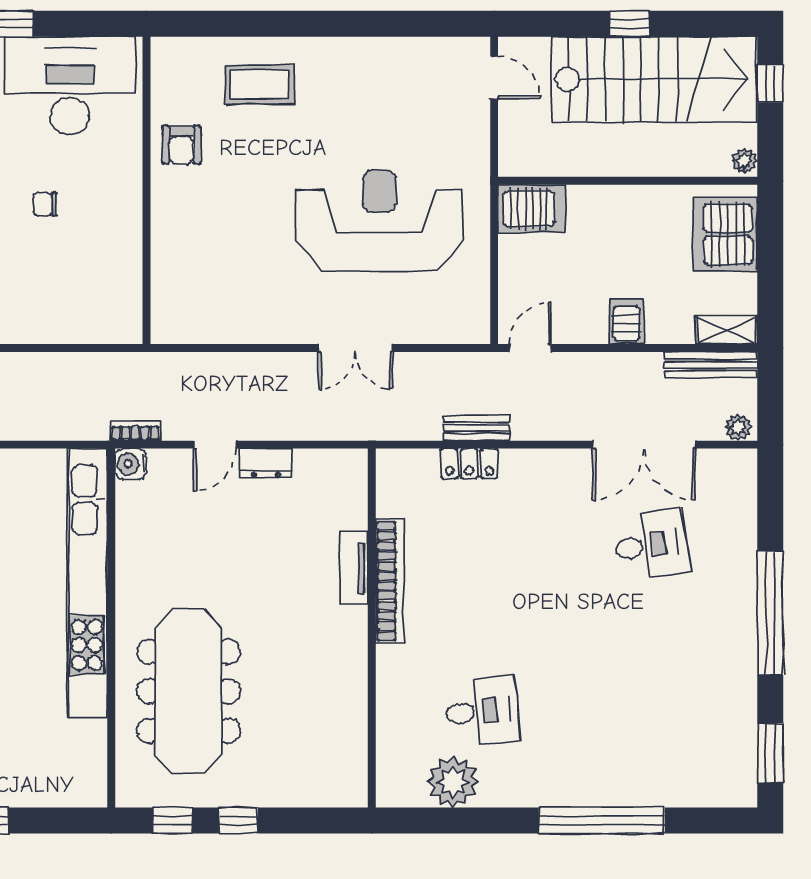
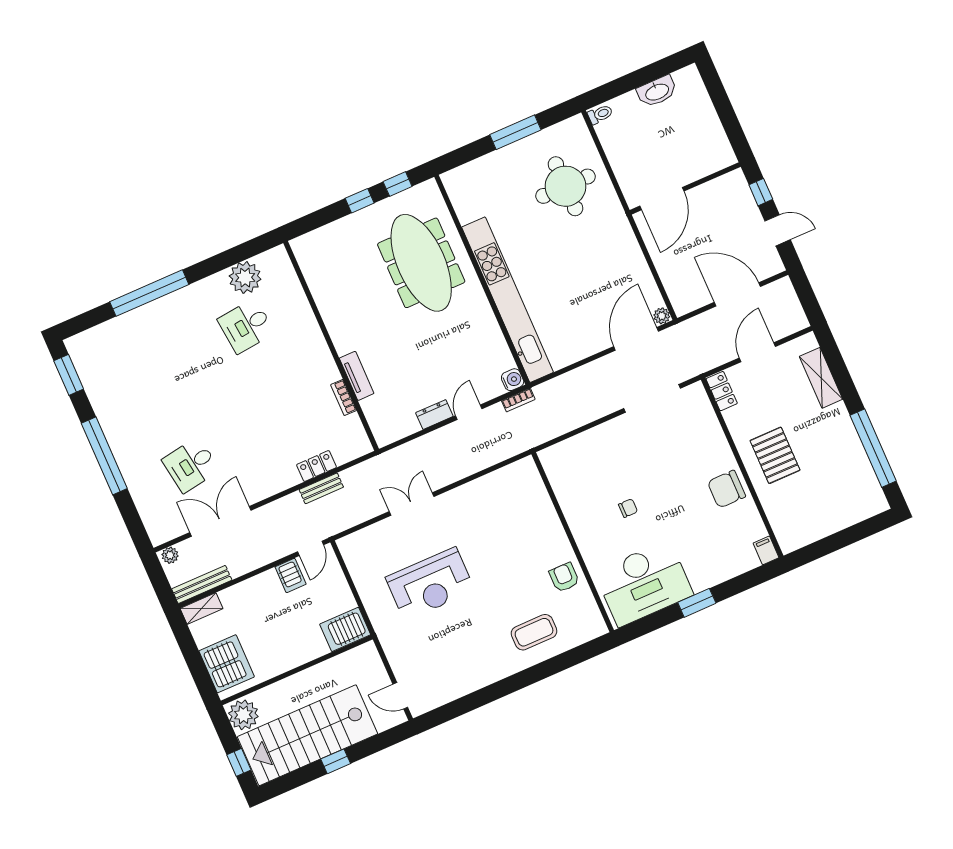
plant: (745, 161) -> (243, 715), width x1.88, depth x1.88
reception desk: (380, 220) -> (430, 584), width x0.74, depth x0.77
server rack: (627, 321) -> (291, 576), moved
bookcase: (390, 581) -> (344, 397), width x0.43, depth x0.76

